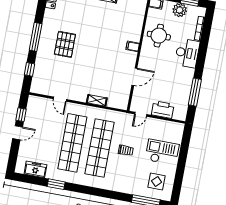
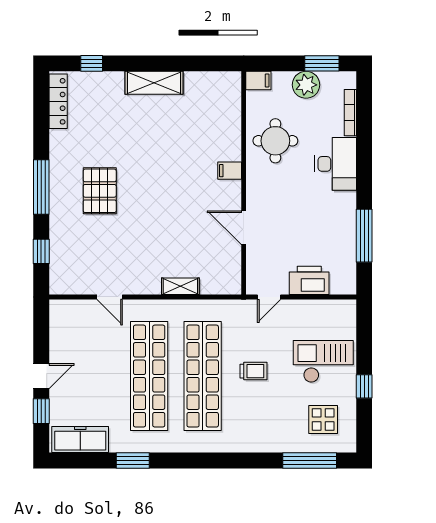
door: (134, 77) -> (244, 228), swing flipped
window: (21, 115) -> (41, 411), moved
freezer: (35, 169) -> (80, 440), width x1.40
window: (181, 169) -> (364, 386), added

